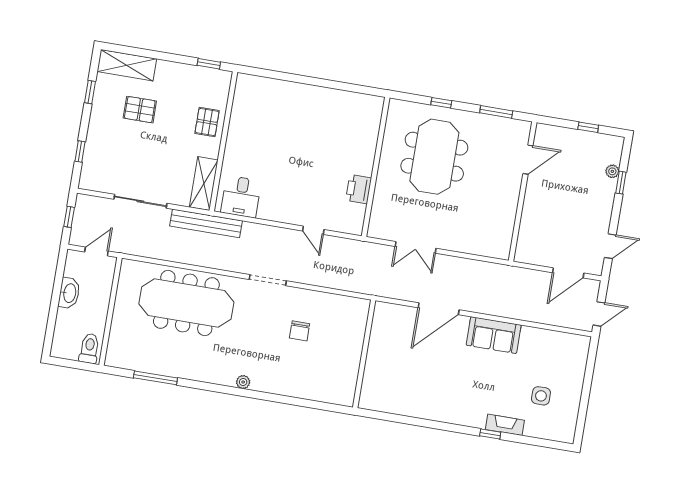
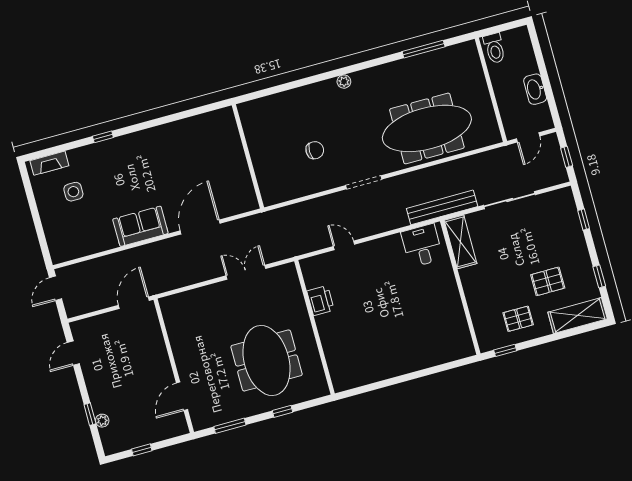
pallet: (207, 122) -> (518, 319), moved, turned 90
door: (568, 273) -> (134, 303), moved
chair: (300, 331) -> (315, 150), turned 90
fireplace: (505, 425) -> (49, 163), moved

